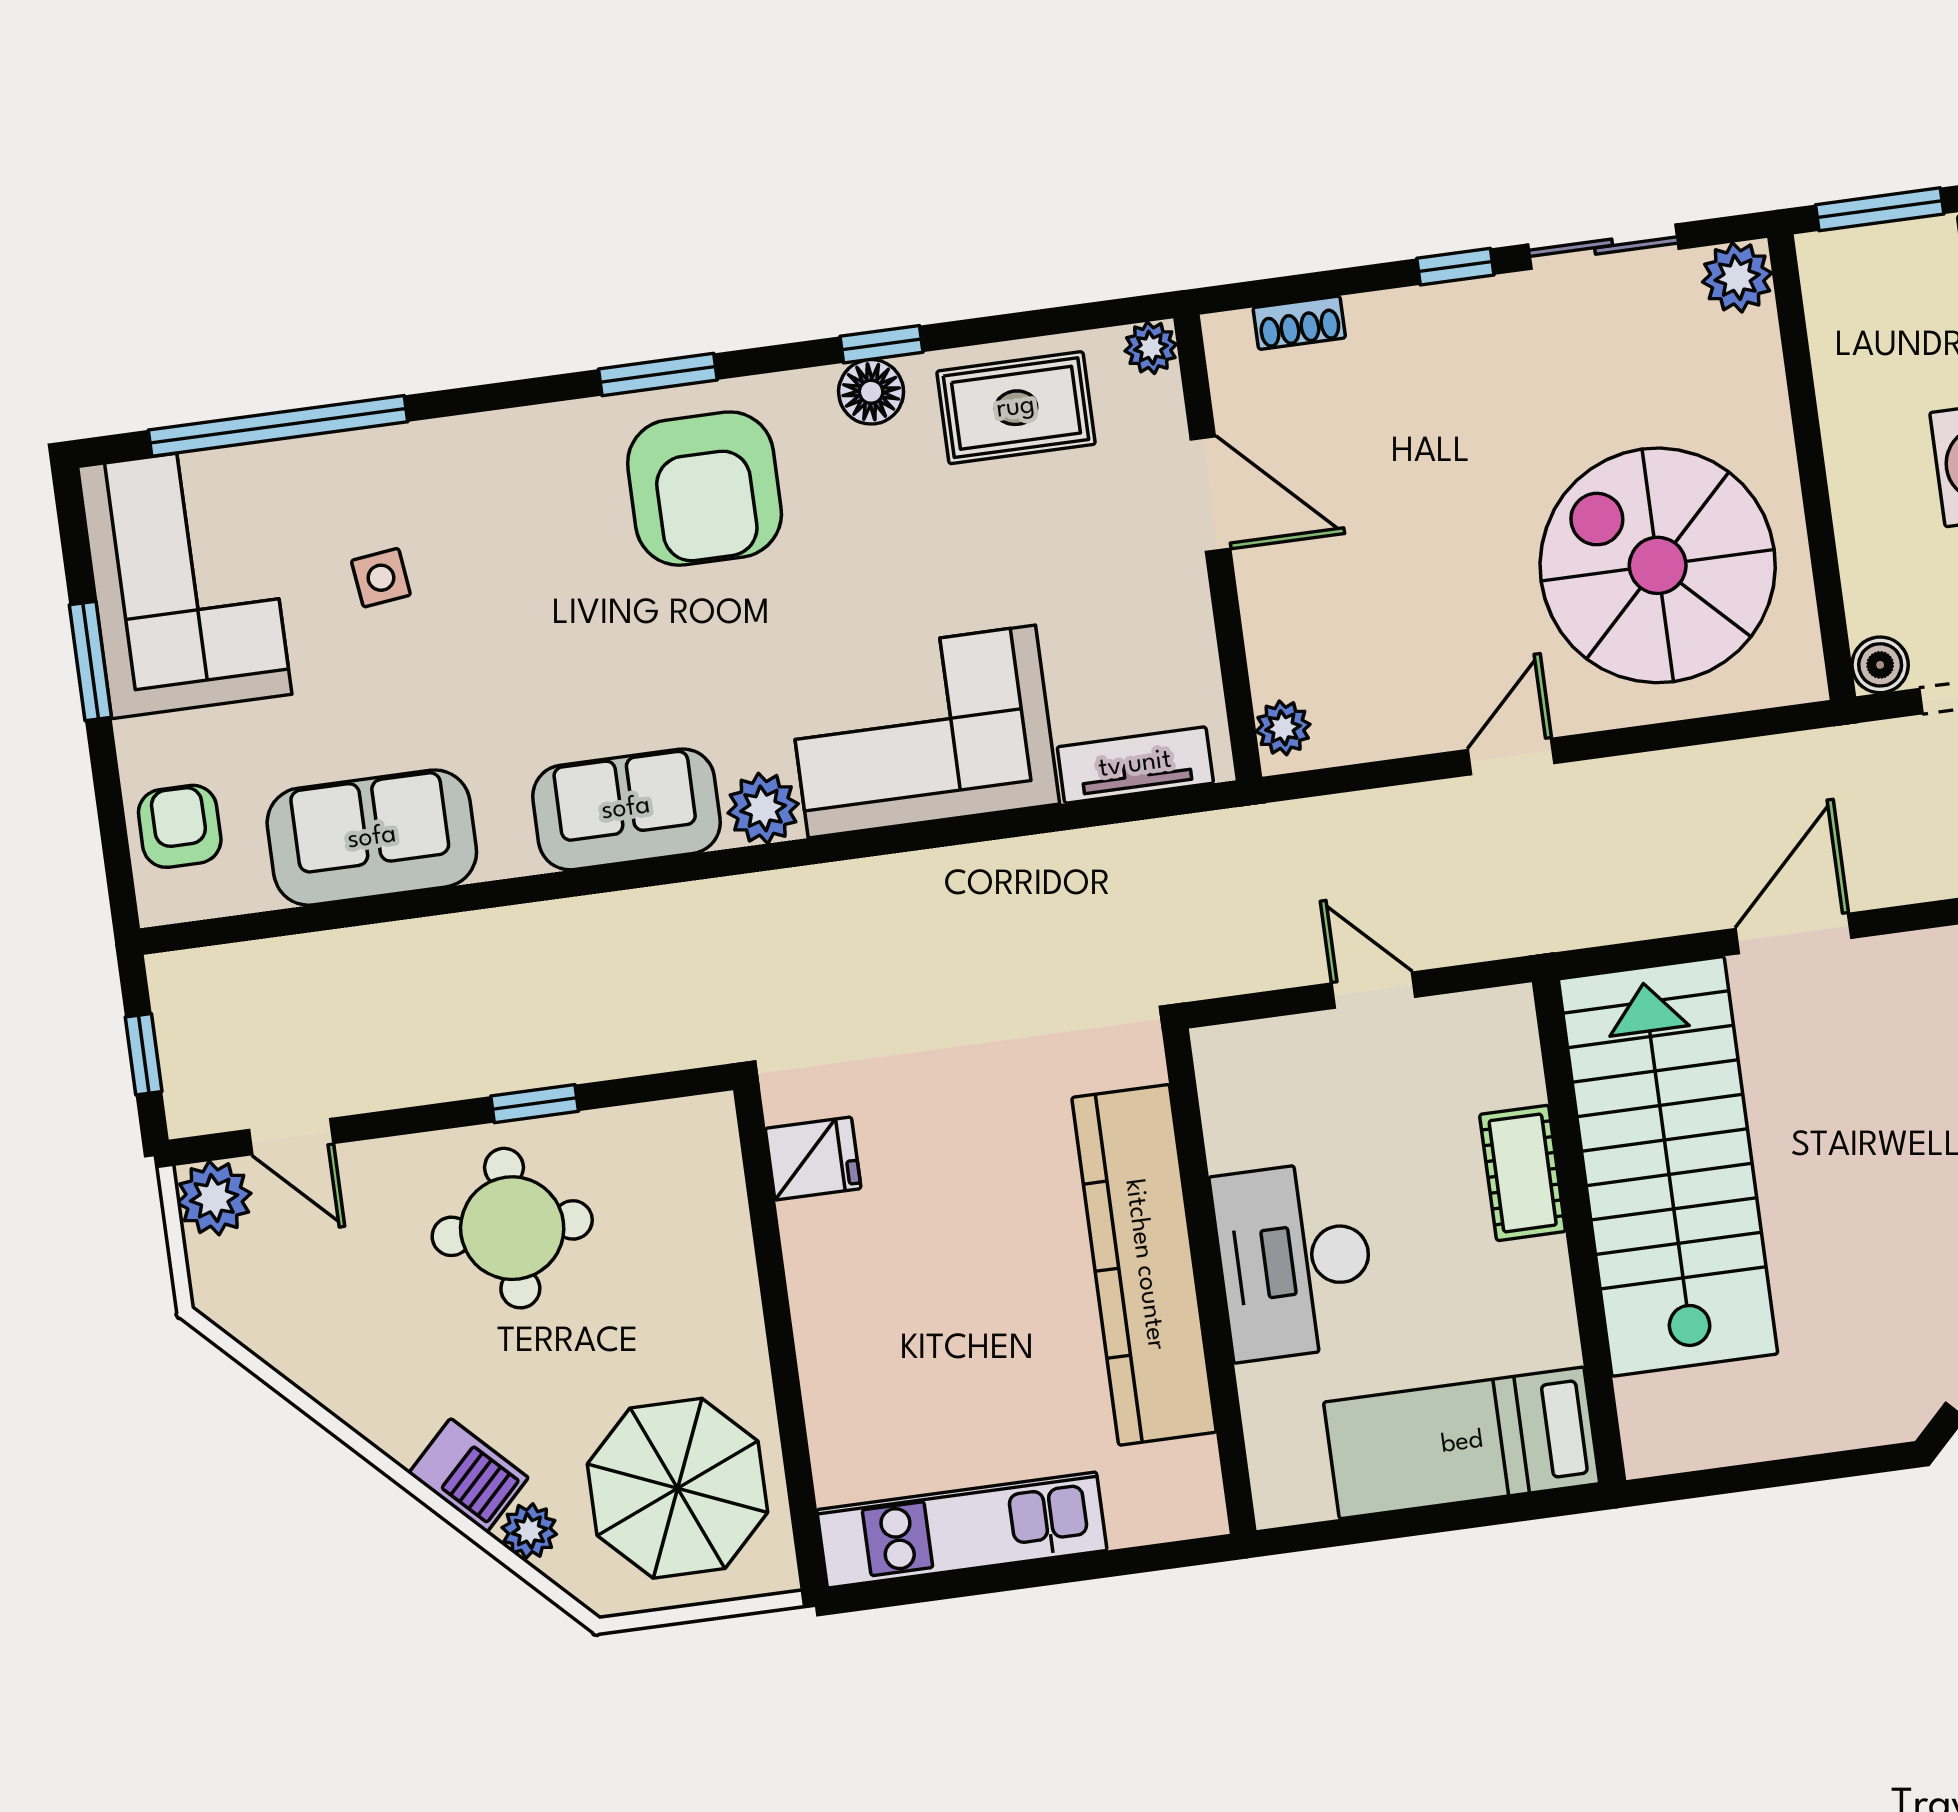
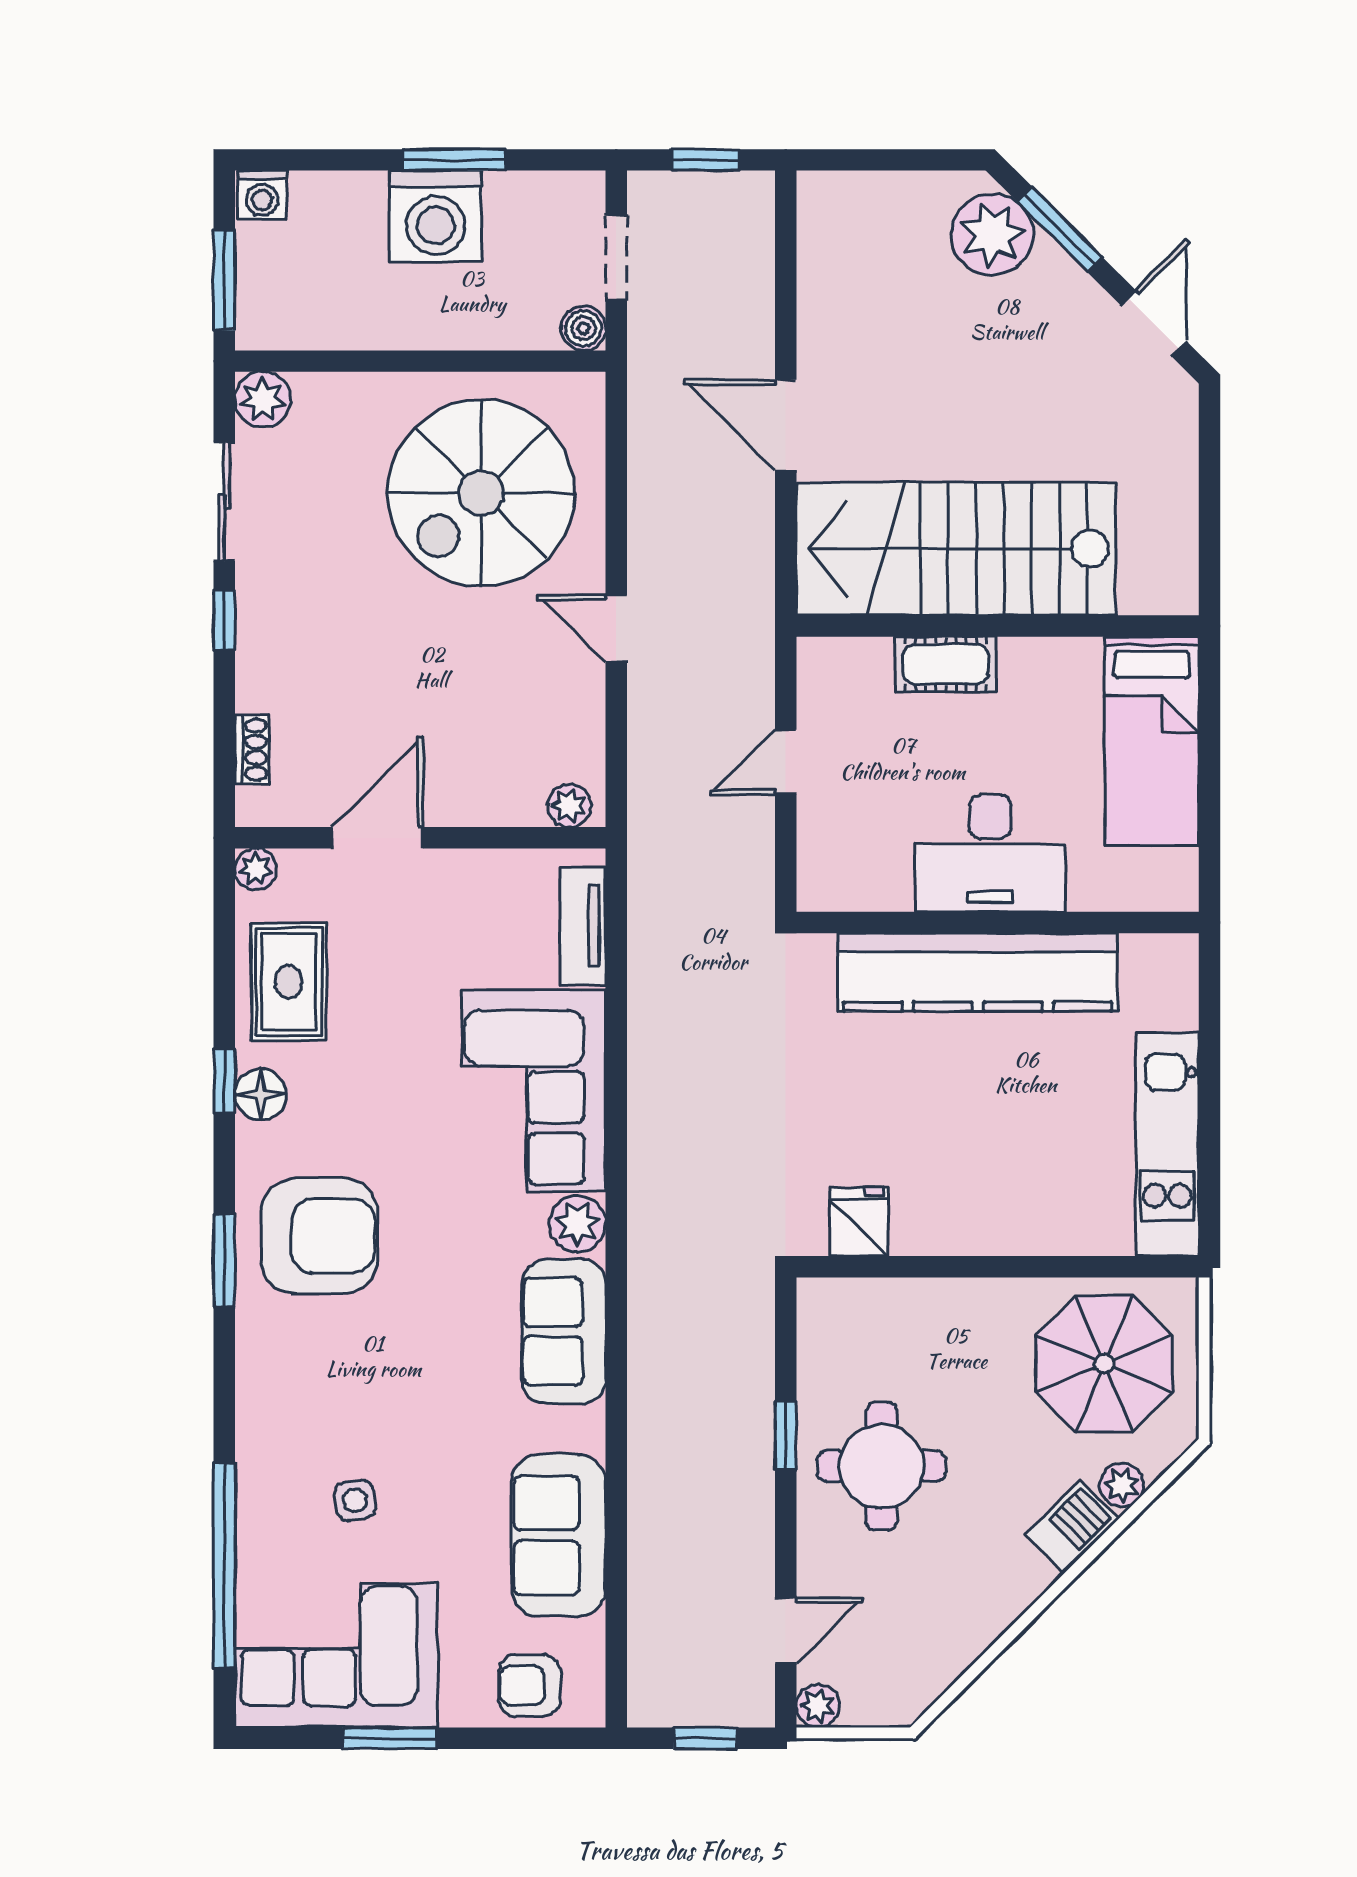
plant: (214, 1198) -> (818, 1706), width x0.73, depth x0.73

